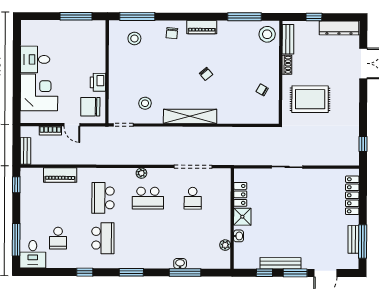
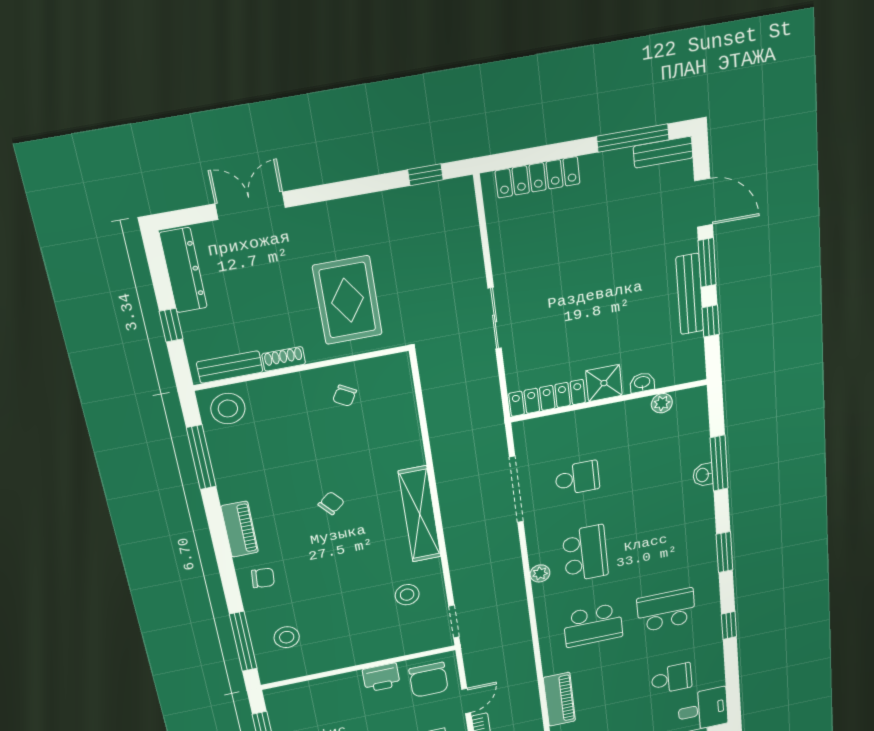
locker: (240, 194) -> (547, 398), width x1.53
bench: (353, 239) -> (663, 152), moved

